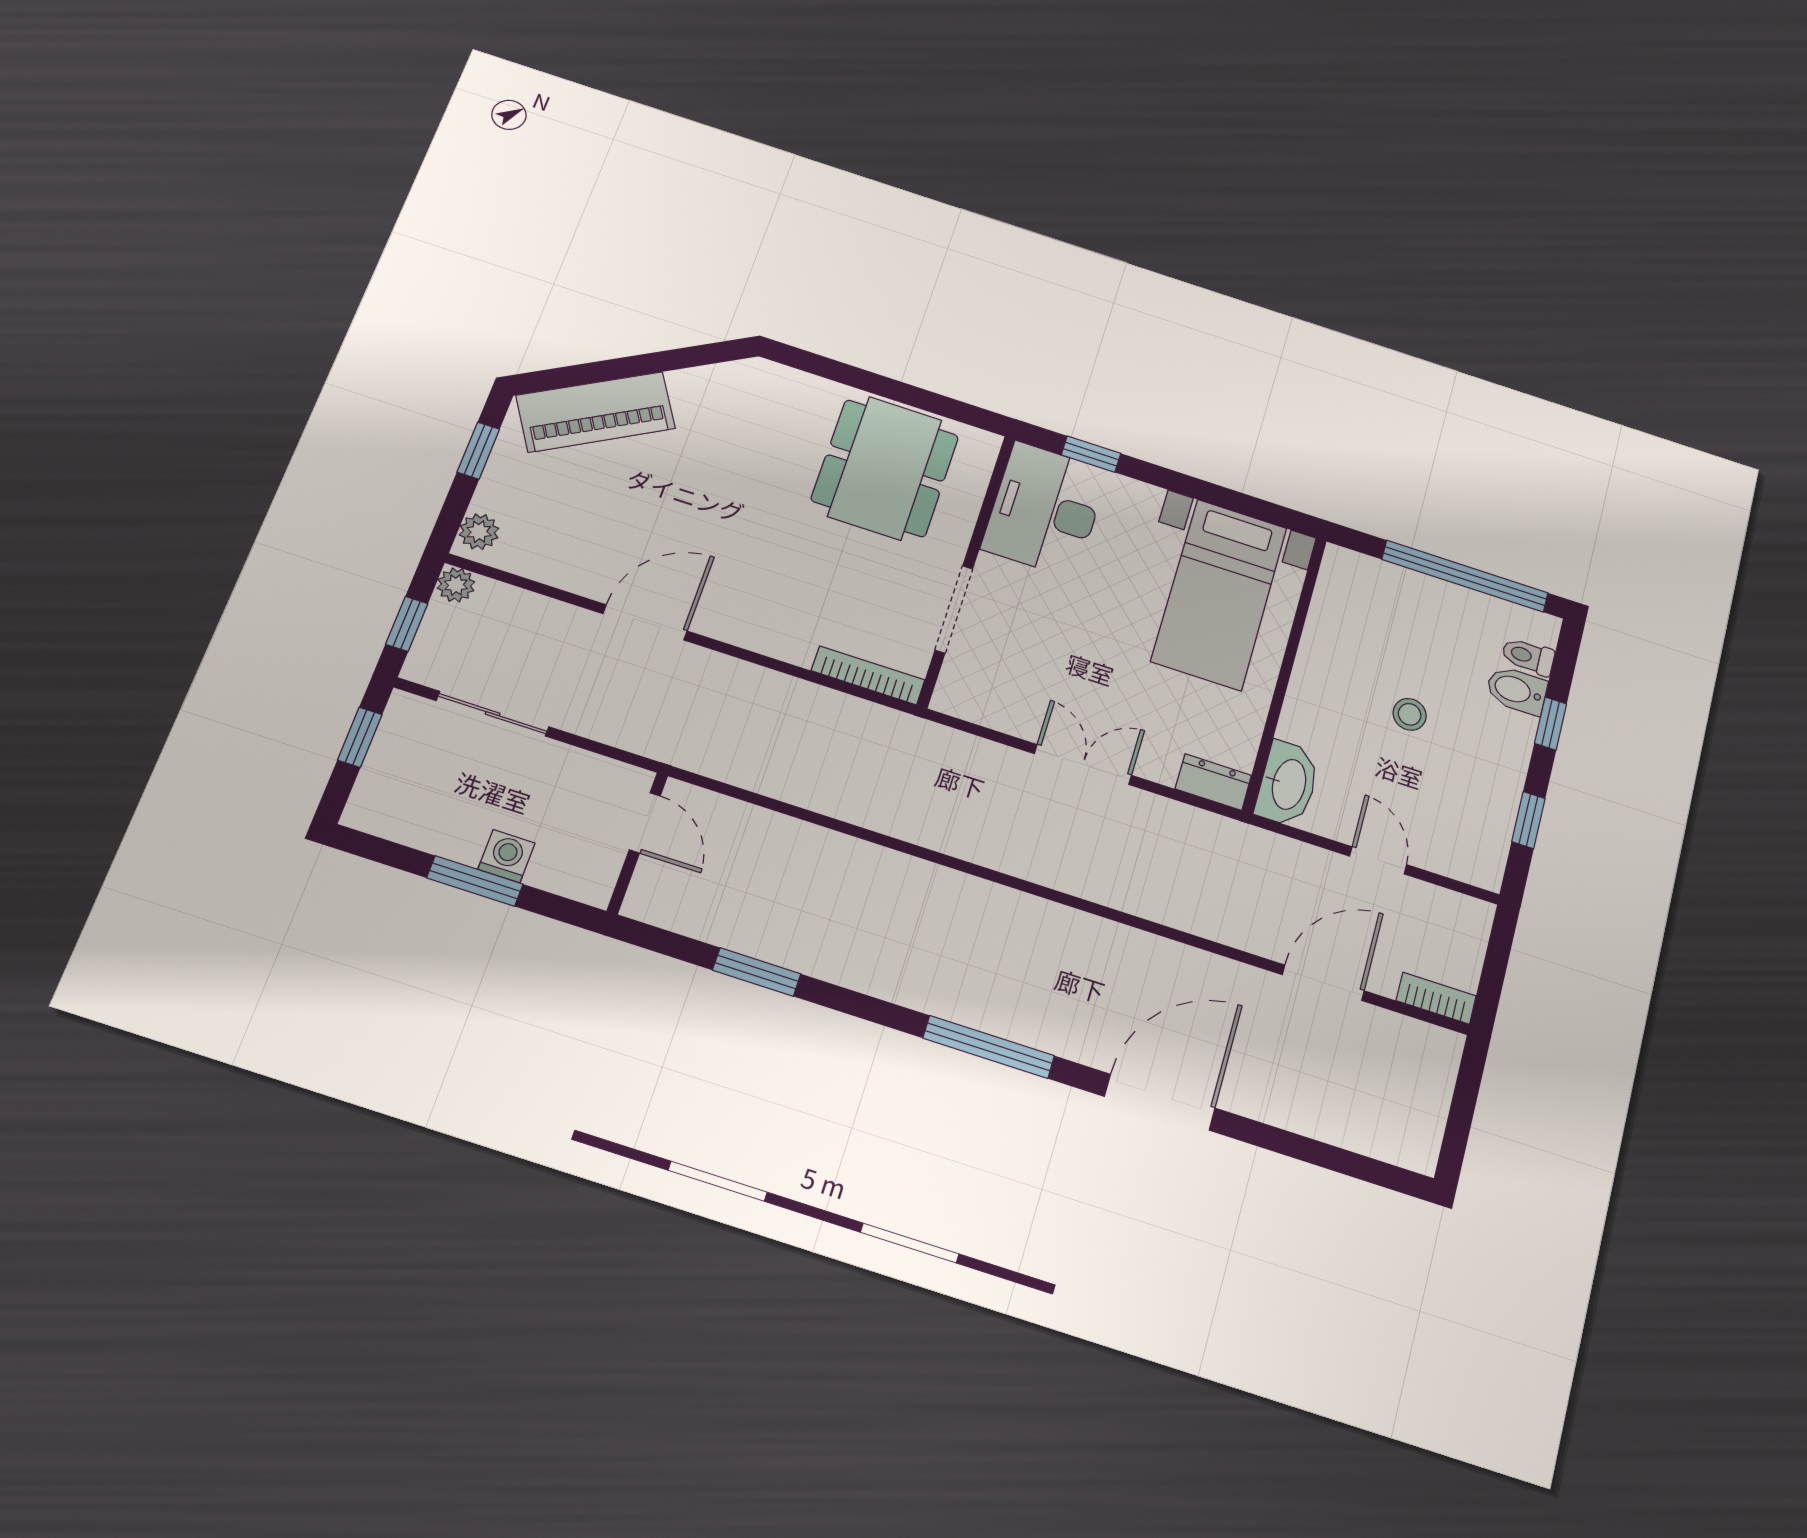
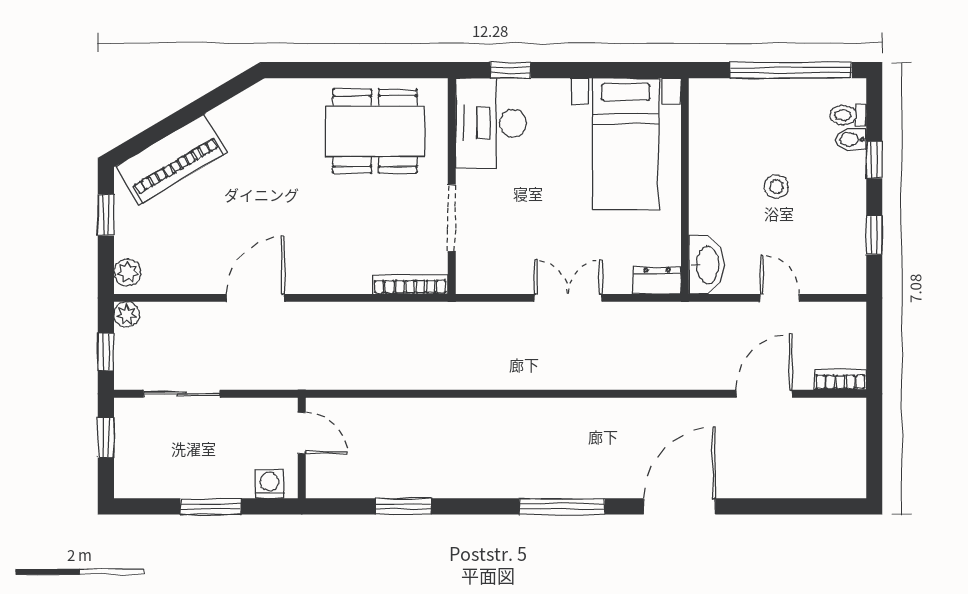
dining table: (885, 468) -> (375, 131), turned 90
bidet: (1517, 690) -> (851, 139), width x0.72, depth x0.74
washing machine: (506, 856) -> (270, 484), moved

